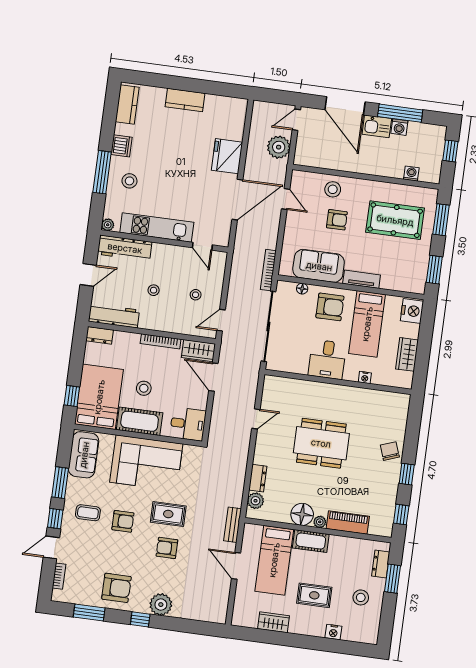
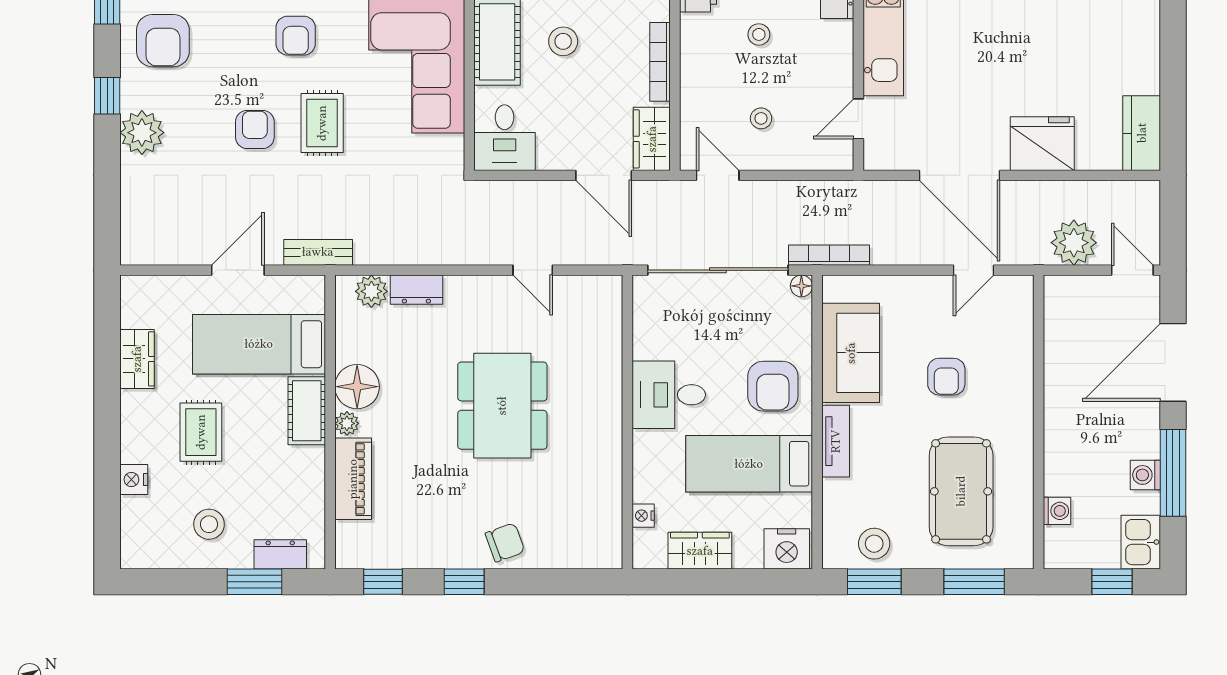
kitchen counter: (185, 100) -> (1142, 133), moved
kitchen sink: (377, 126) -> (1141, 542), moved
stool: (333, 189) -> (874, 544), moved
floor lamp: (302, 289) -> (801, 286), moved
door: (213, 377) -> (604, 175), swing flipped
nightstand: (365, 377) -> (643, 516), moved

